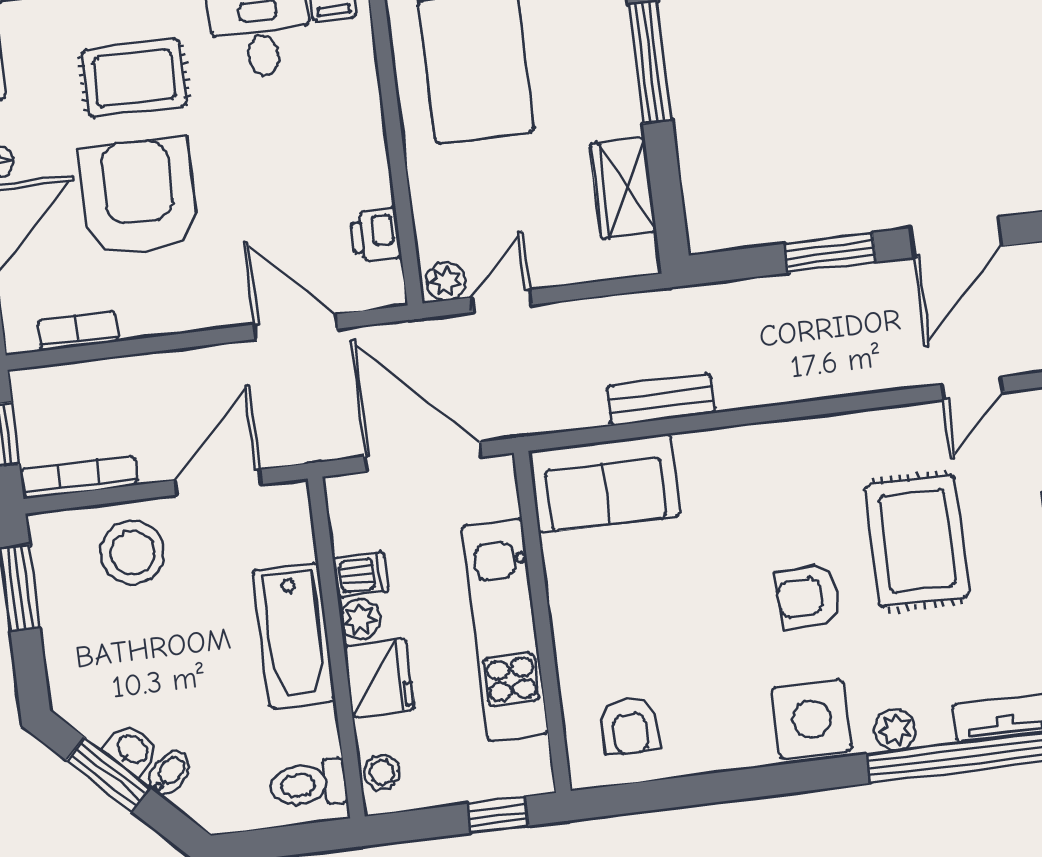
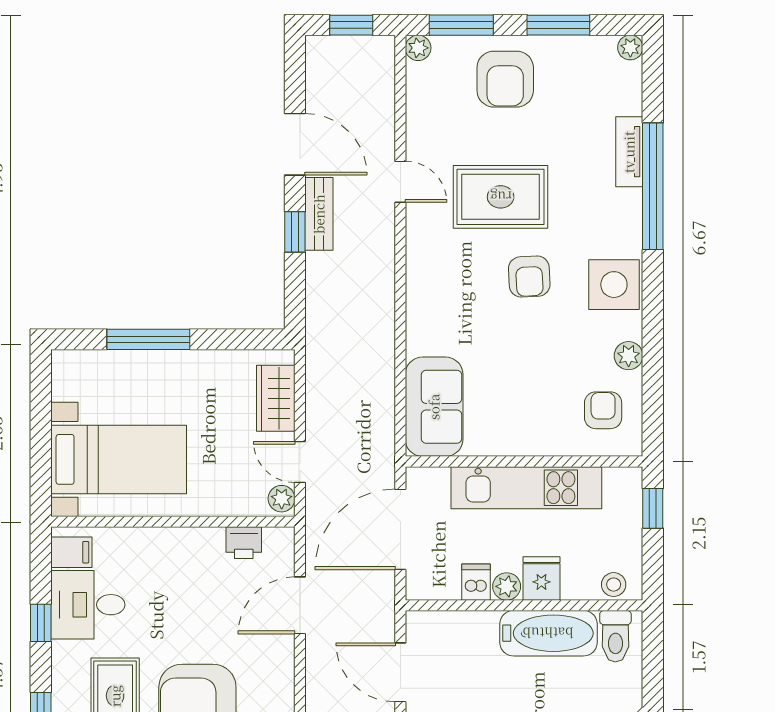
wardrobe: (623, 188) -> (276, 398), moved, turned 90
window: (830, 253) -> (295, 232), width x0.67
door: (972, 388) -> (400, 182), moved
bench: (661, 400) -> (319, 214), moved
bathtub: (294, 636) -> (548, 633), moved
fridge: (379, 678) -> (541, 578), width x0.72
armchair: (630, 726) -> (603, 410), turned -90
plant: (895, 730) -> (629, 356), moved

